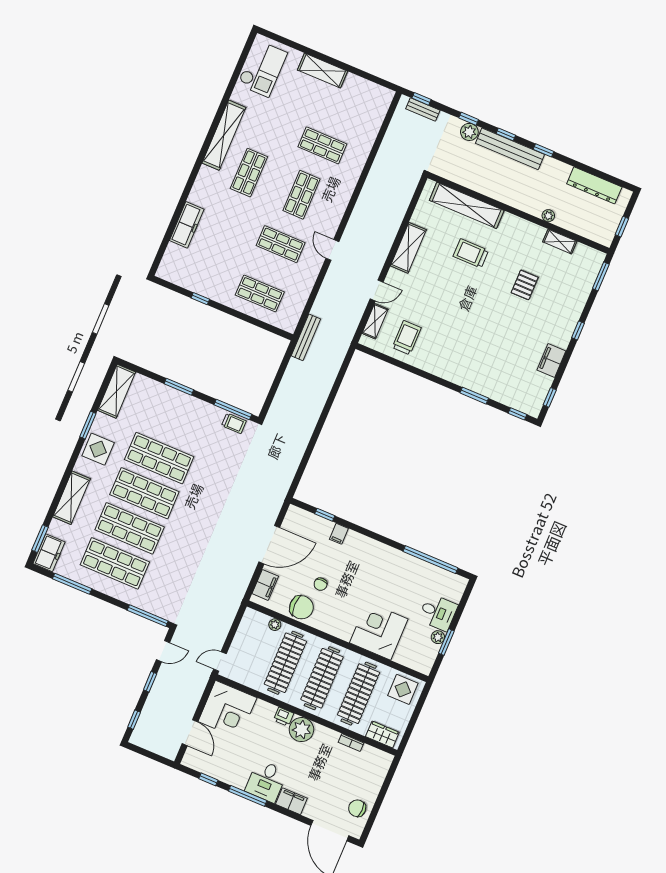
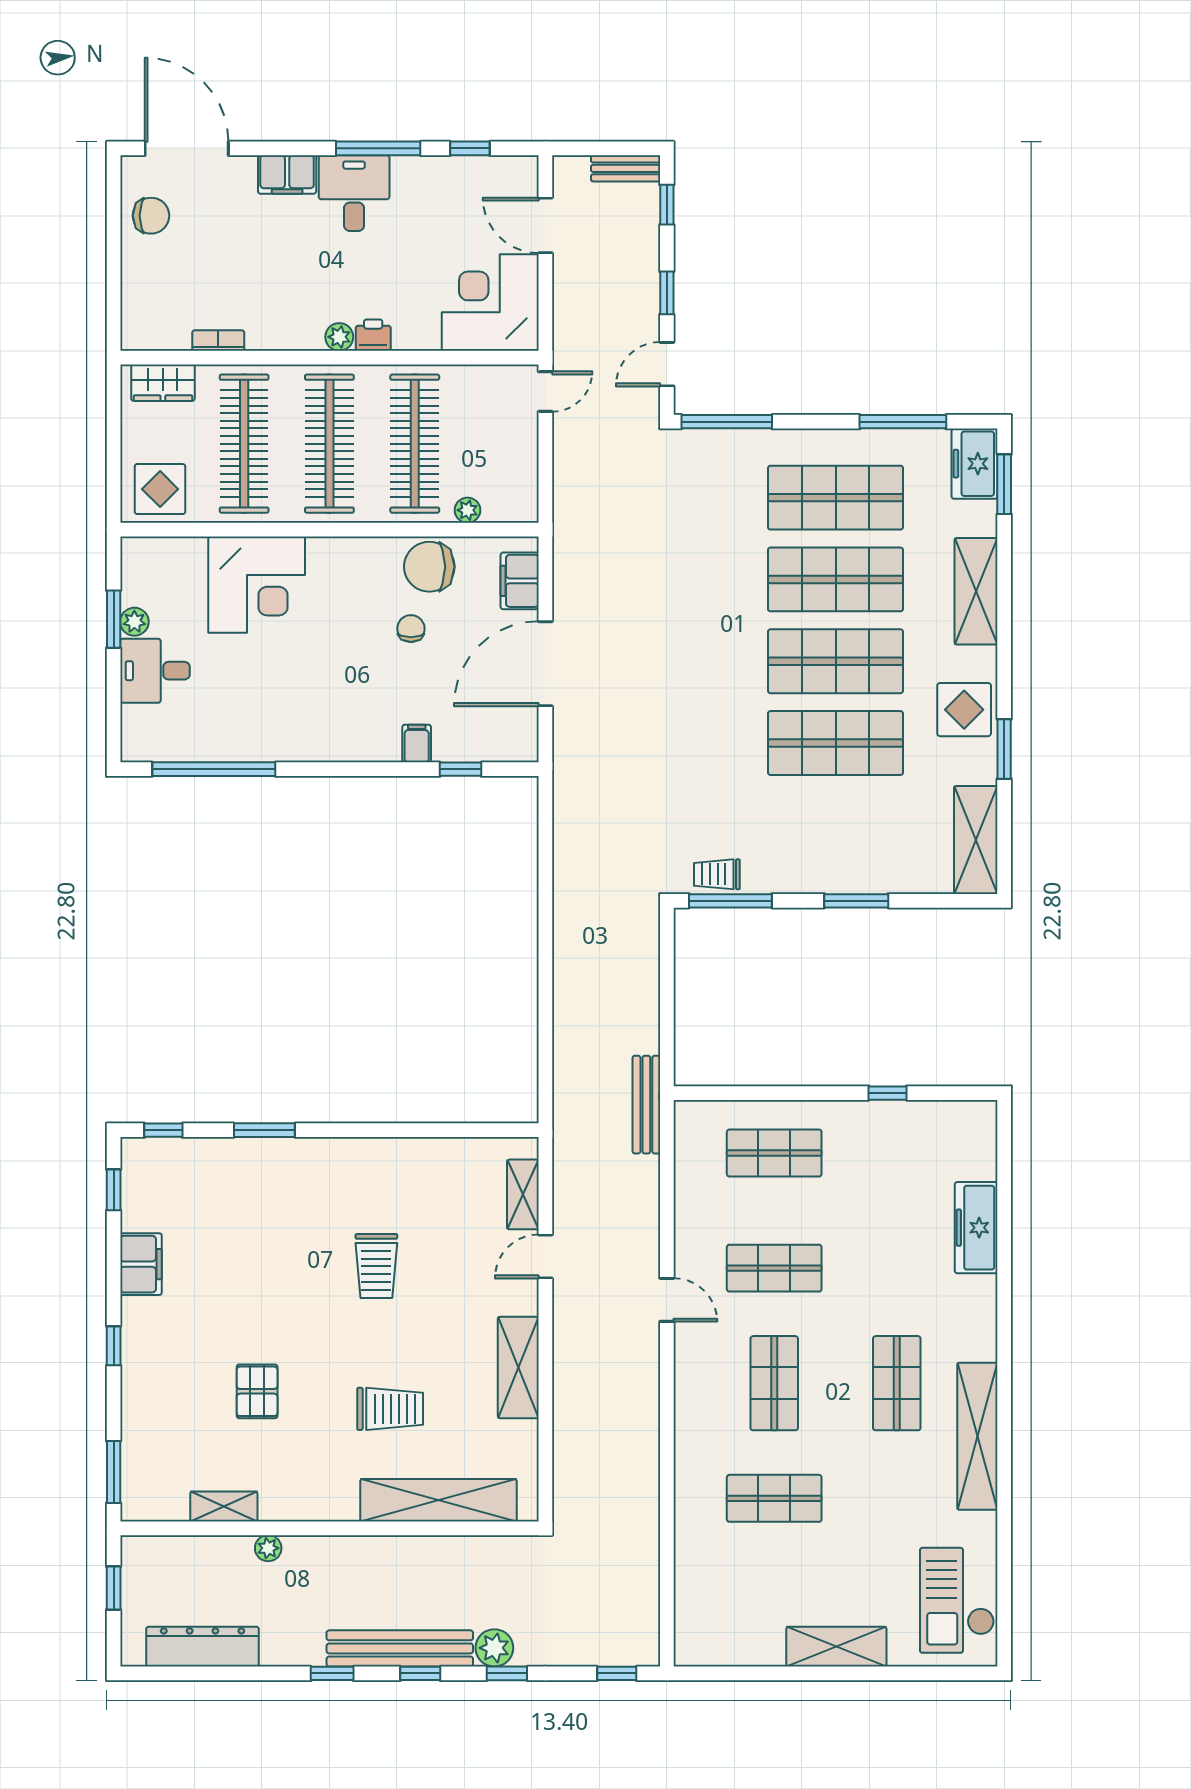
bench: (423, 110) -> (626, 168), moved
trolley: (407, 338) -> (376, 1266), moved
plant: (301, 730) -> (339, 337), width x0.53, depth x0.53

